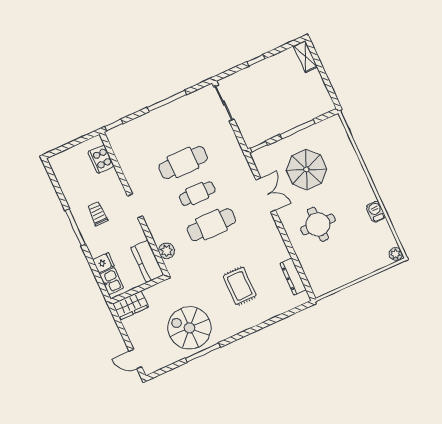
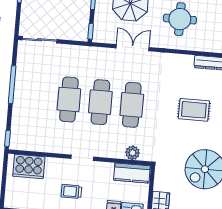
cooker: (101, 159) -> (29, 167), width x1.37, depth x1.31
cafe table: (197, 194) -> (100, 102), width x1.37, depth x1.35

